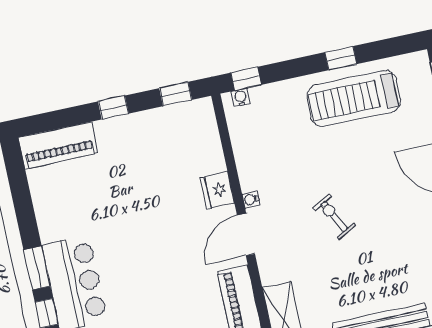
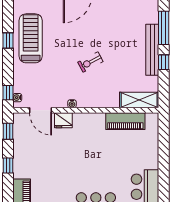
treadmill: (354, 98) -> (31, 38), turned 180
door: (246, 235) -> (41, 110), moved

